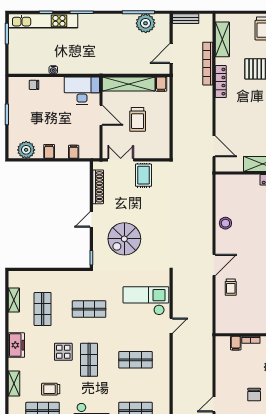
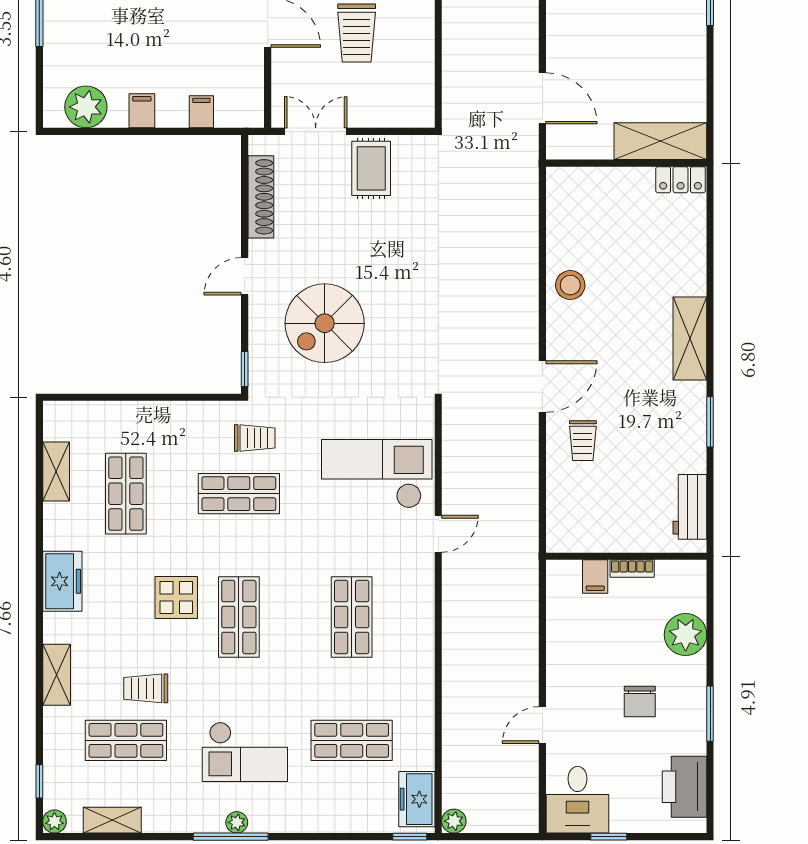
trolley: (96, 286) -> (255, 438), added
shop shelf: (135, 360) -> (352, 617), turned 90

